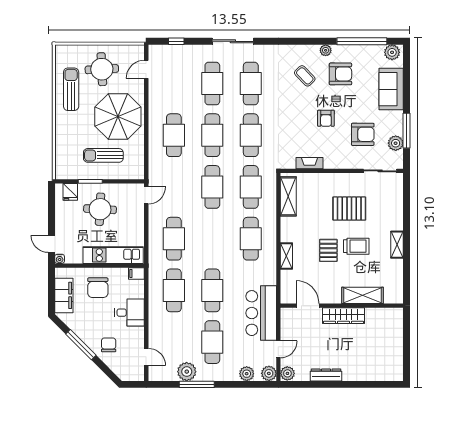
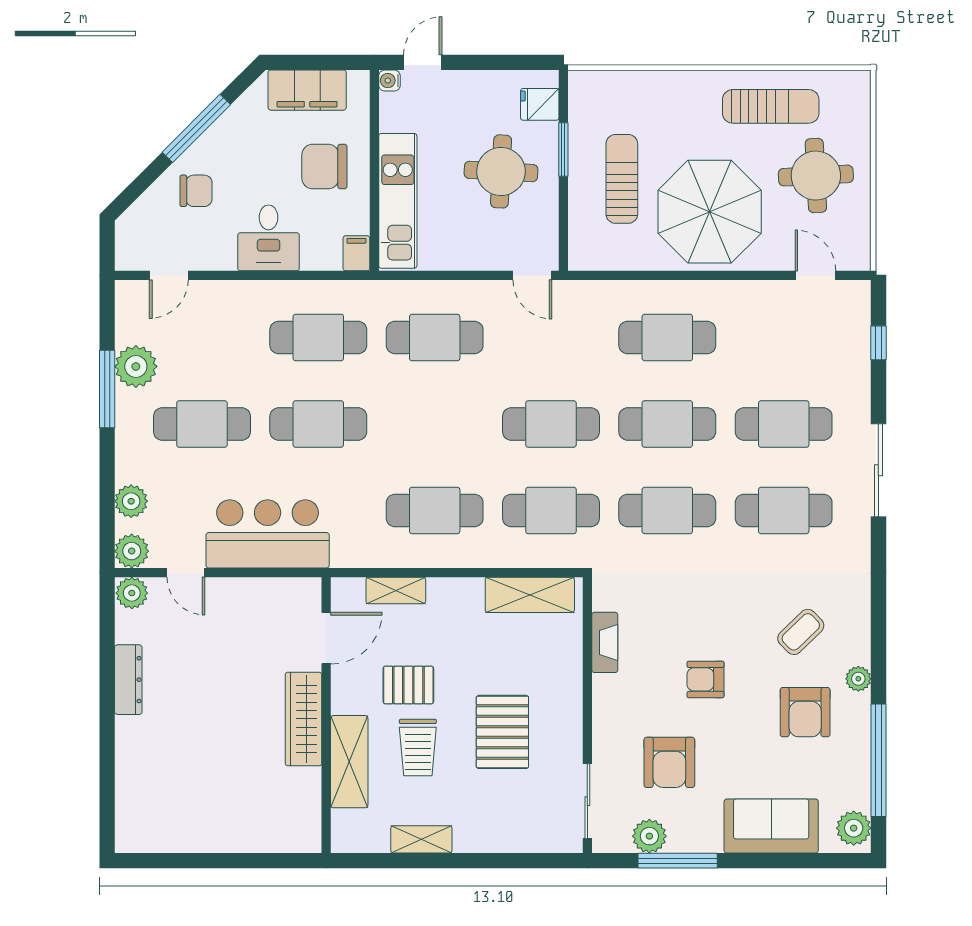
shelving: (363, 295) -> (349, 762), moved
door: (308, 306) -> (326, 638), moved
wall: (342, 306) -> (326, 715), moved
wardrobe: (344, 316) -> (304, 719), moved

